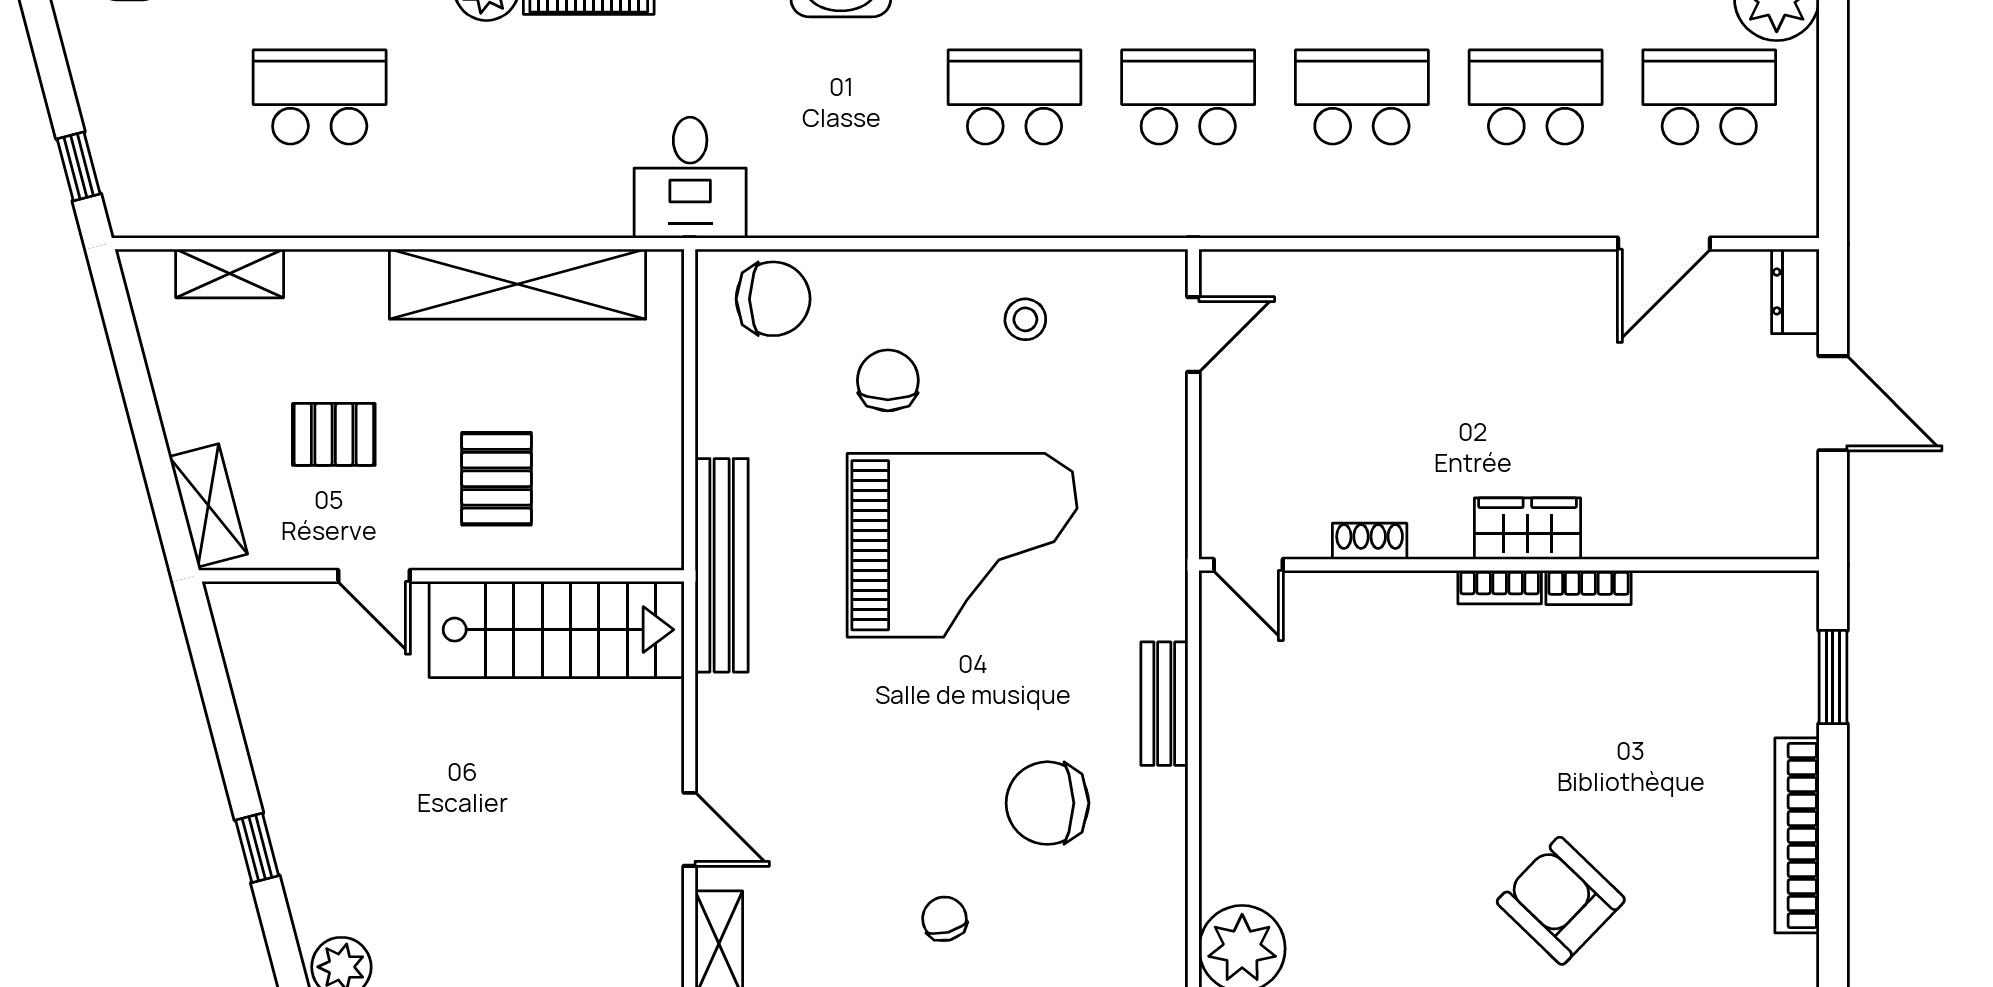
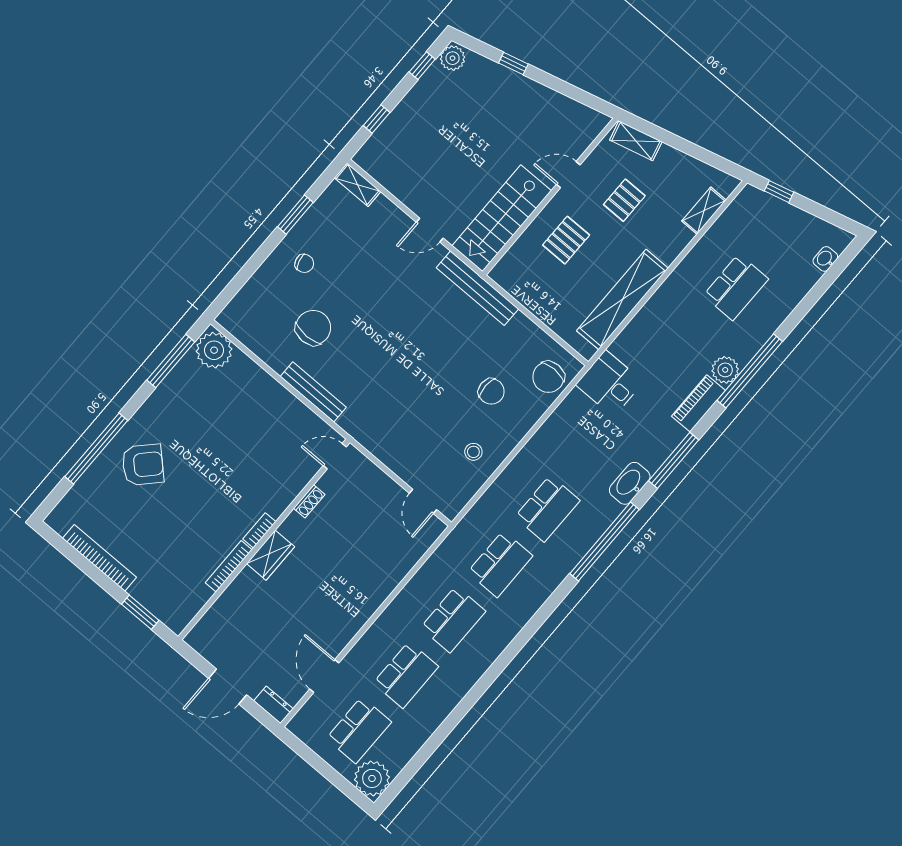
pallet: (497, 479) -> (566, 240), turned 90
grand piano: (962, 545) -> (419, 370), removed
bookcase: (1589, 587) -> (229, 566), width x1.56
bench: (1164, 704) -> (313, 392), width x1.36
door: (690, 829) -> (430, 230), moved

